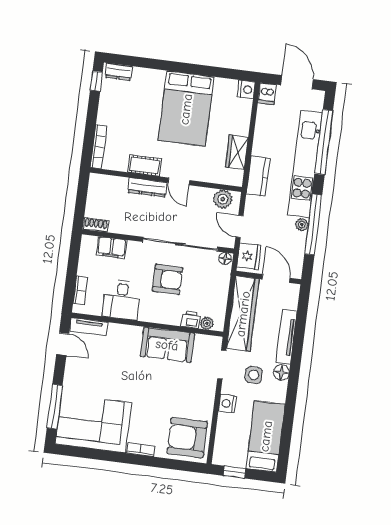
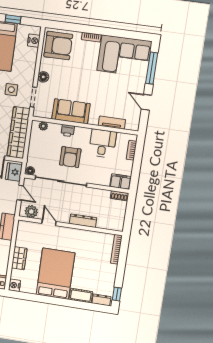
wardrobe: (237, 152) -> (19, 258), moved
cot: (145, 166) -> (81, 296), moved
door: (179, 181) -> (49, 223), moved
filing cabinet: (111, 247) -> (121, 182), moved
armchair: (167, 279) -> (70, 157), turned -90
printer: (191, 320) -> (68, 131), moved
tv unit: (89, 327) -> (112, 123), moved
door: (63, 344) -> (146, 102), moved
floor lamp: (208, 393) -> (43, 77), added
nightstand: (227, 403) -> (34, 41), moved
window: (235, 472) -> (13, 19), moved

